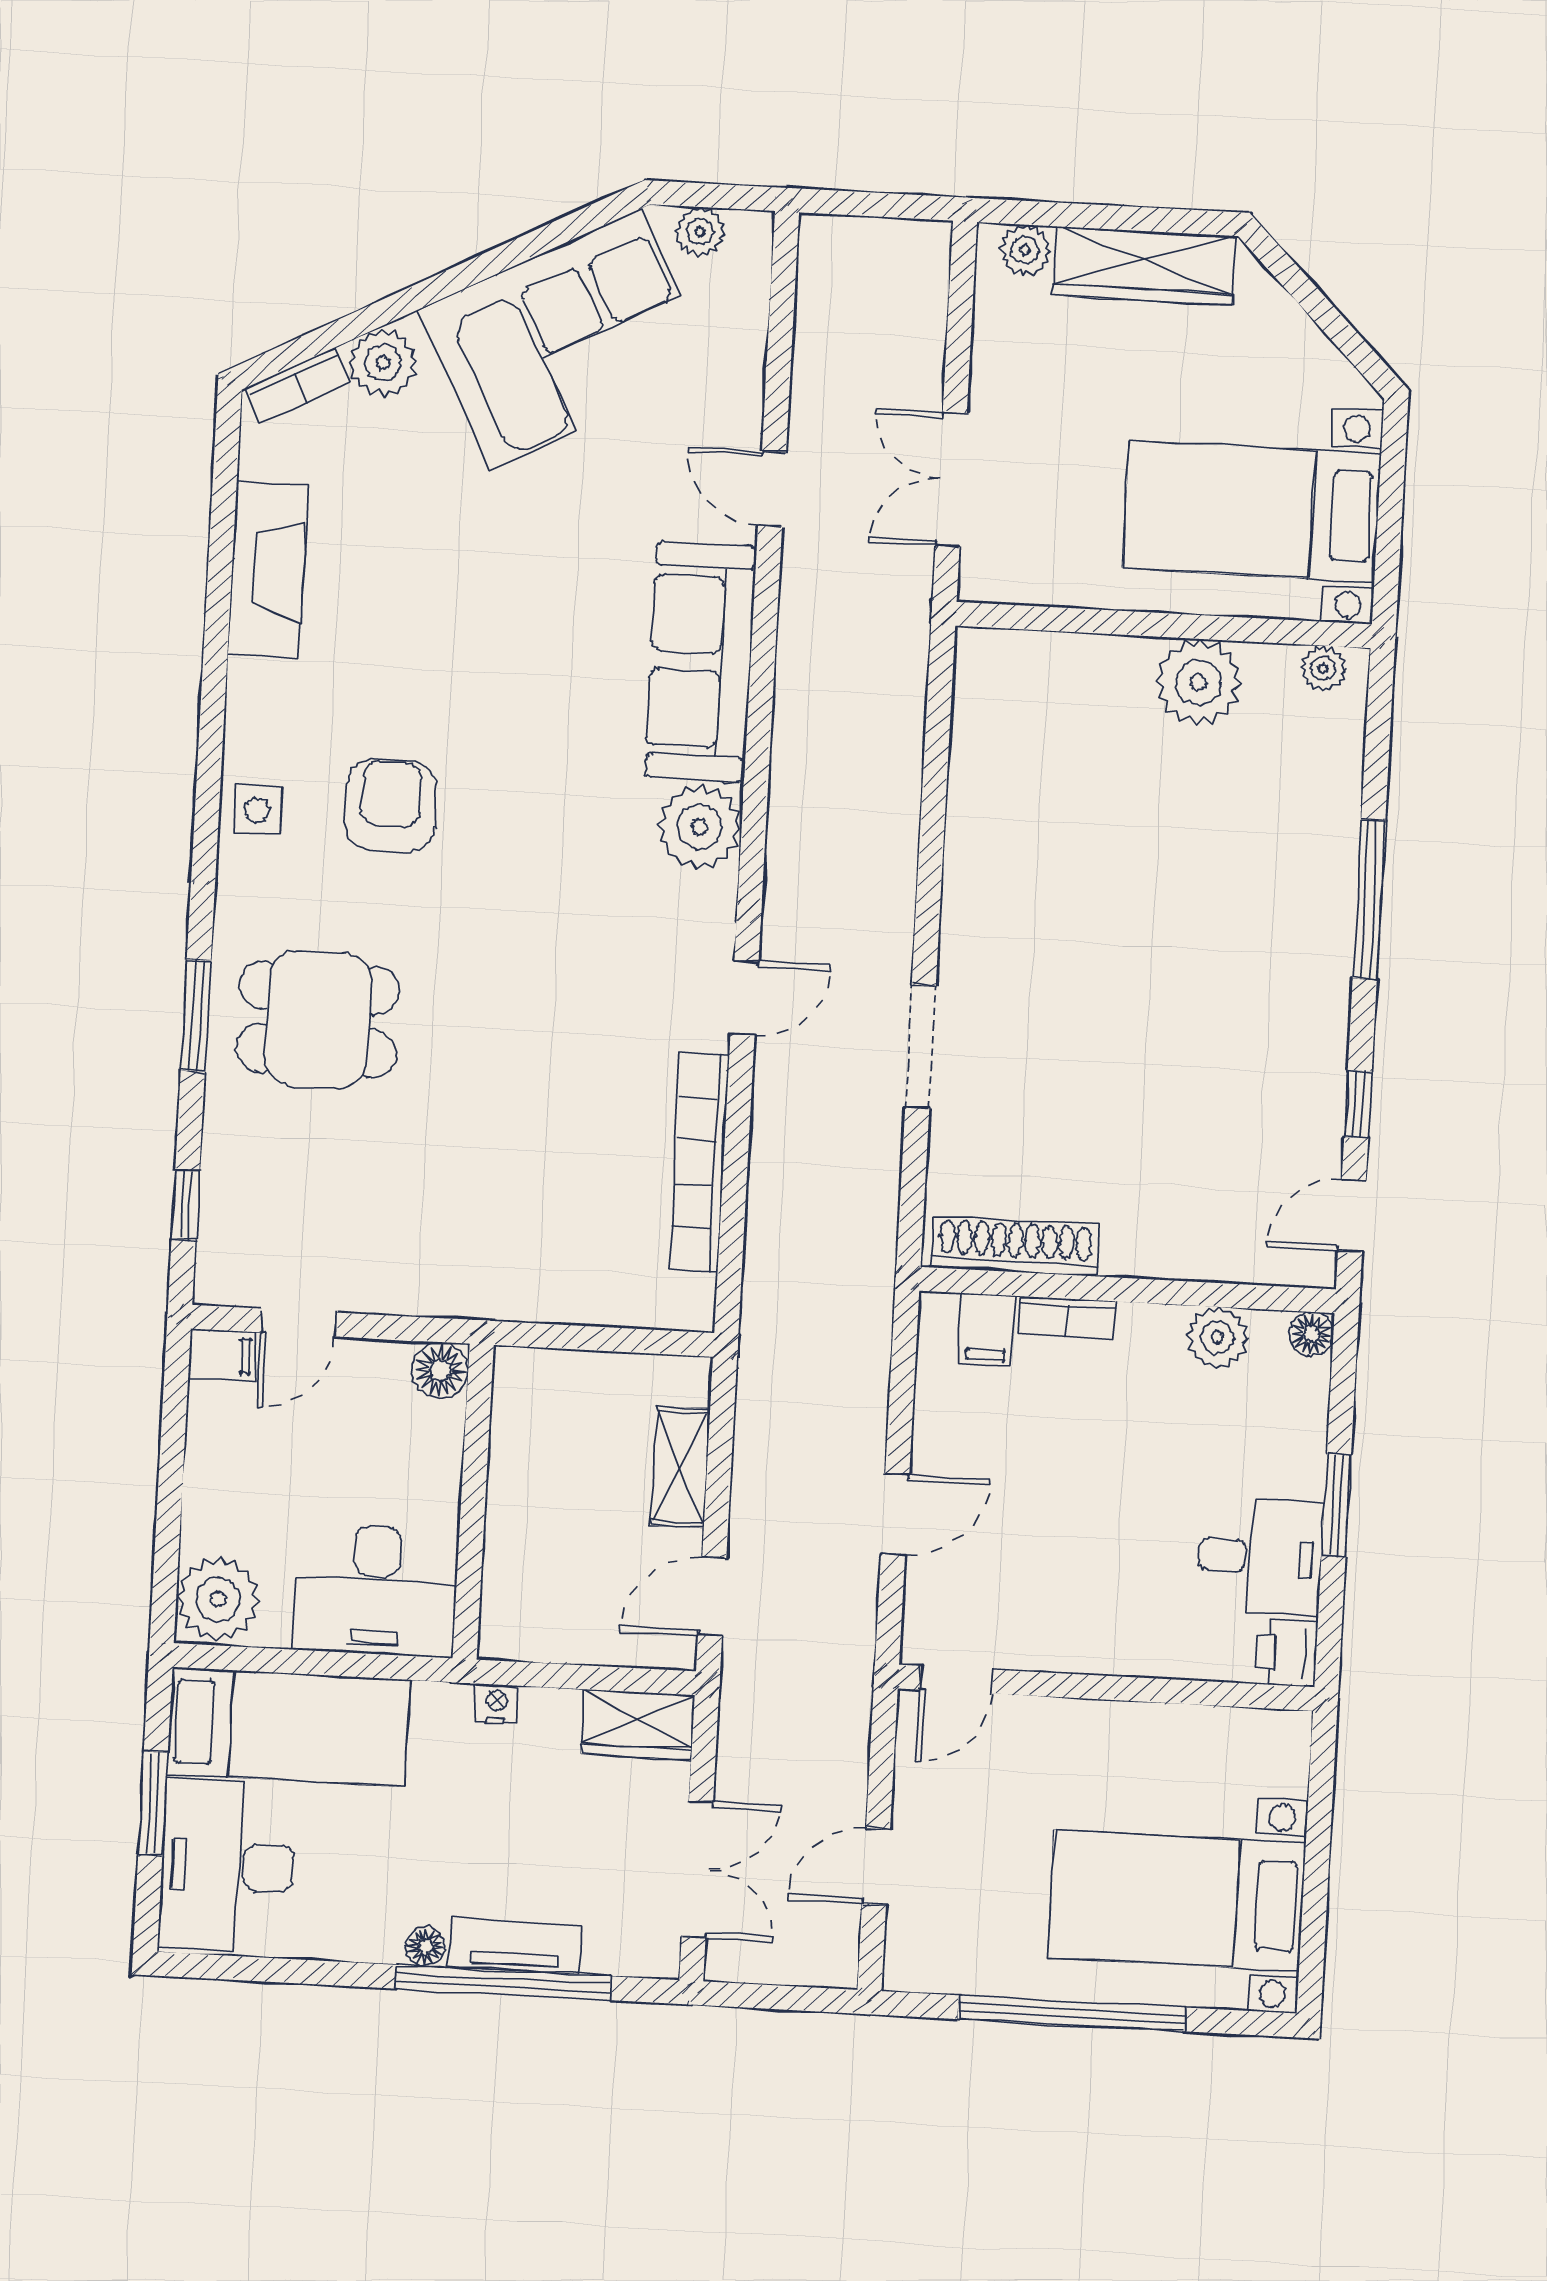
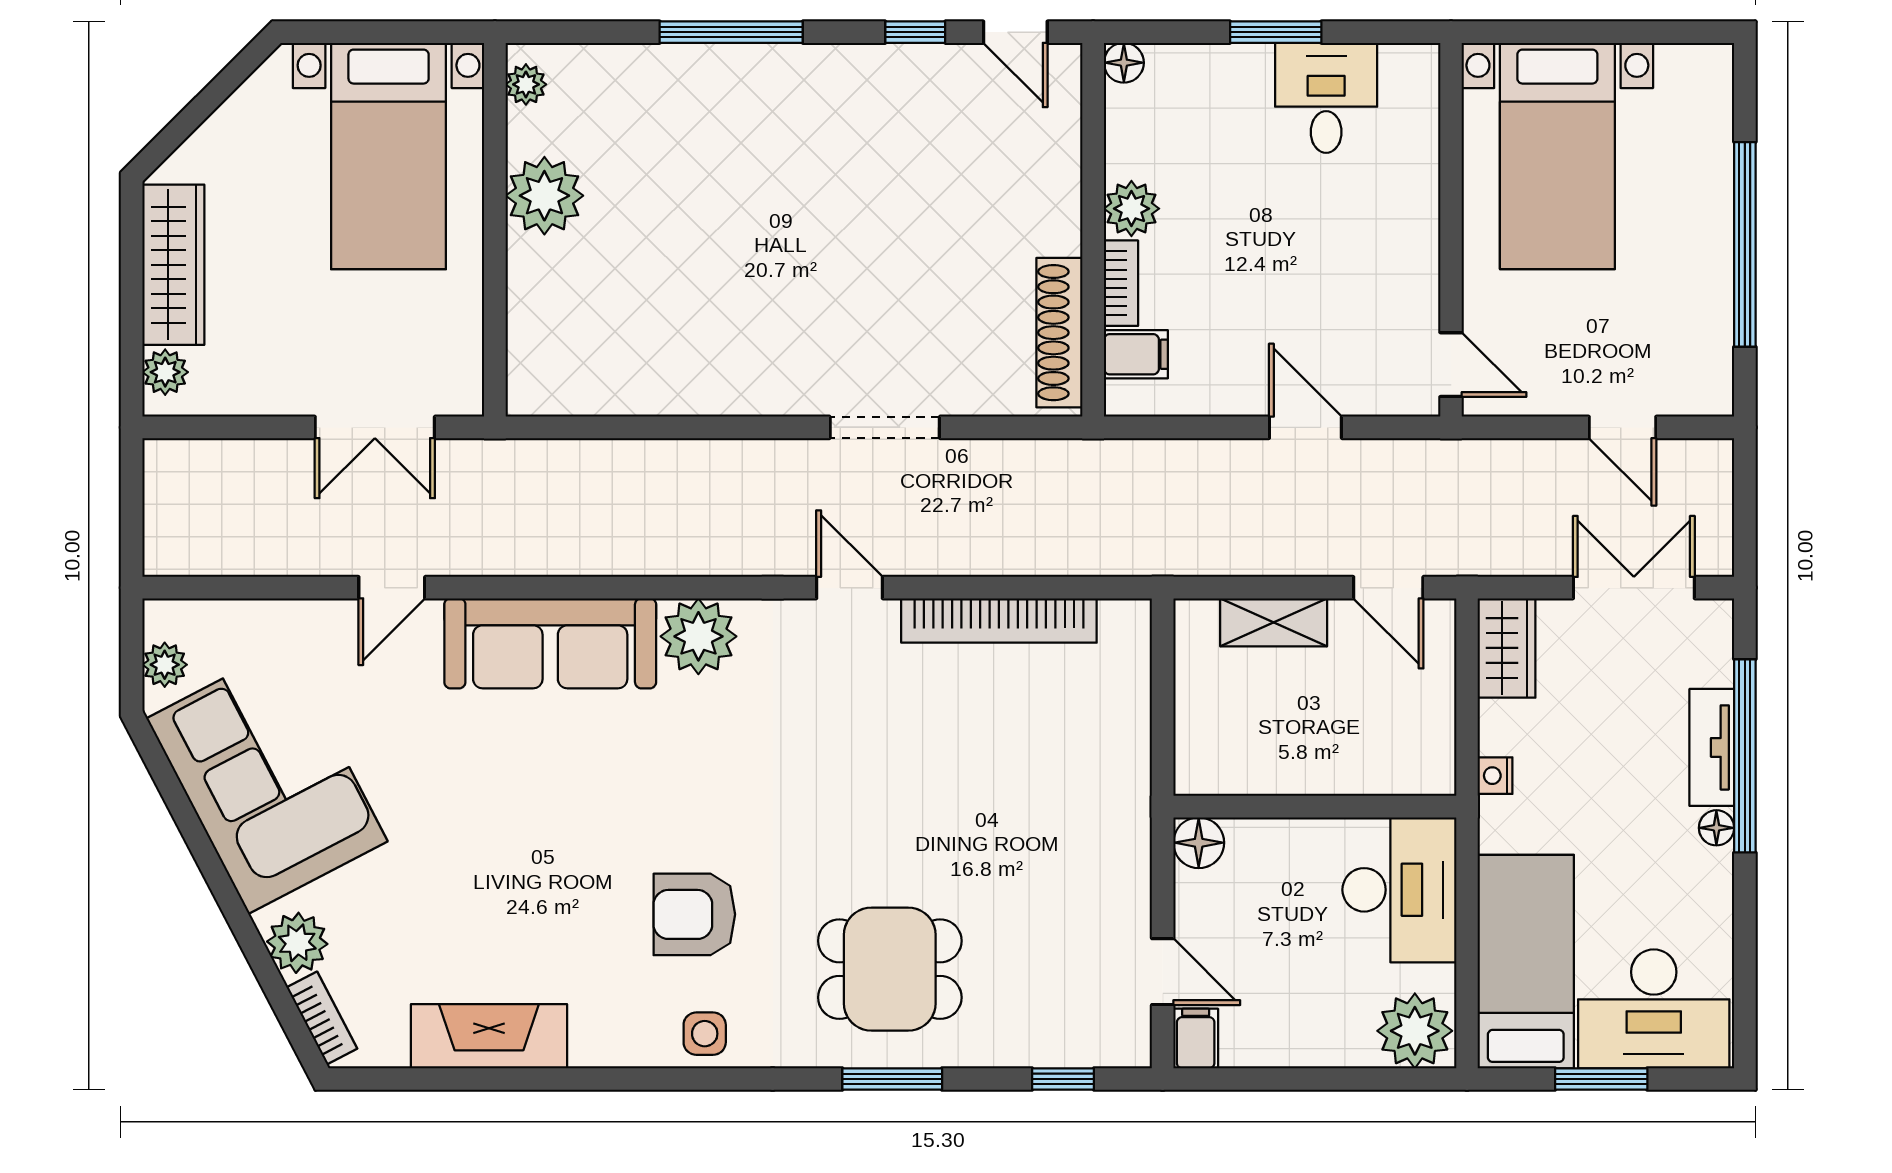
dining table: (318, 1019) -> (890, 969), turned 90
plant: (1217, 1338) -> (1131, 209), moved
printer: (1287, 1653) -> (1411, 70), removed
bed with nightstands: (1177, 1900) -> (1557, 156), moved

